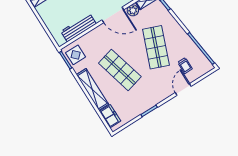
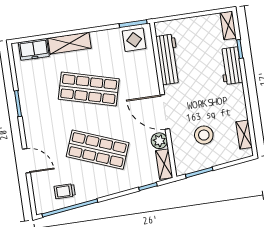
door: (113, 15) -> (165, 112), hinge flipped
trolley: (185, 66) -> (65, 191), moved
shop shelf: (120, 70) -> (89, 89), turned 30
shelving: (92, 89) -> (69, 43), width x0.68

